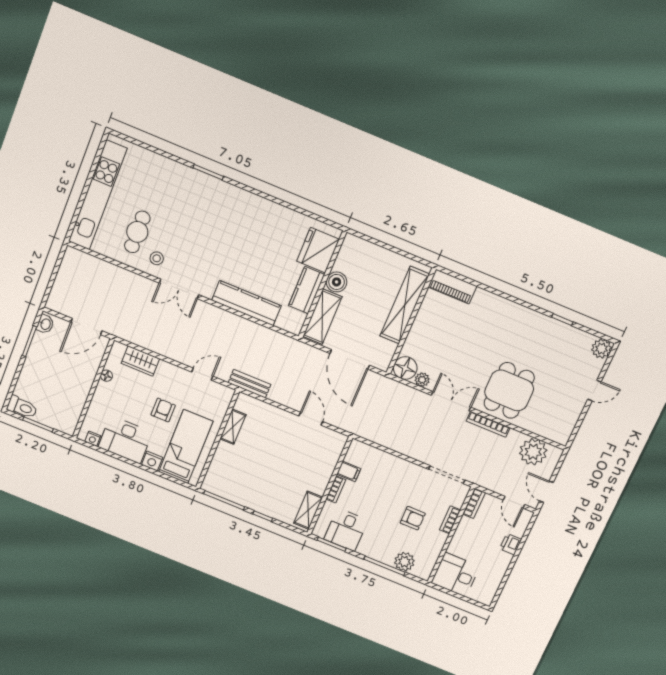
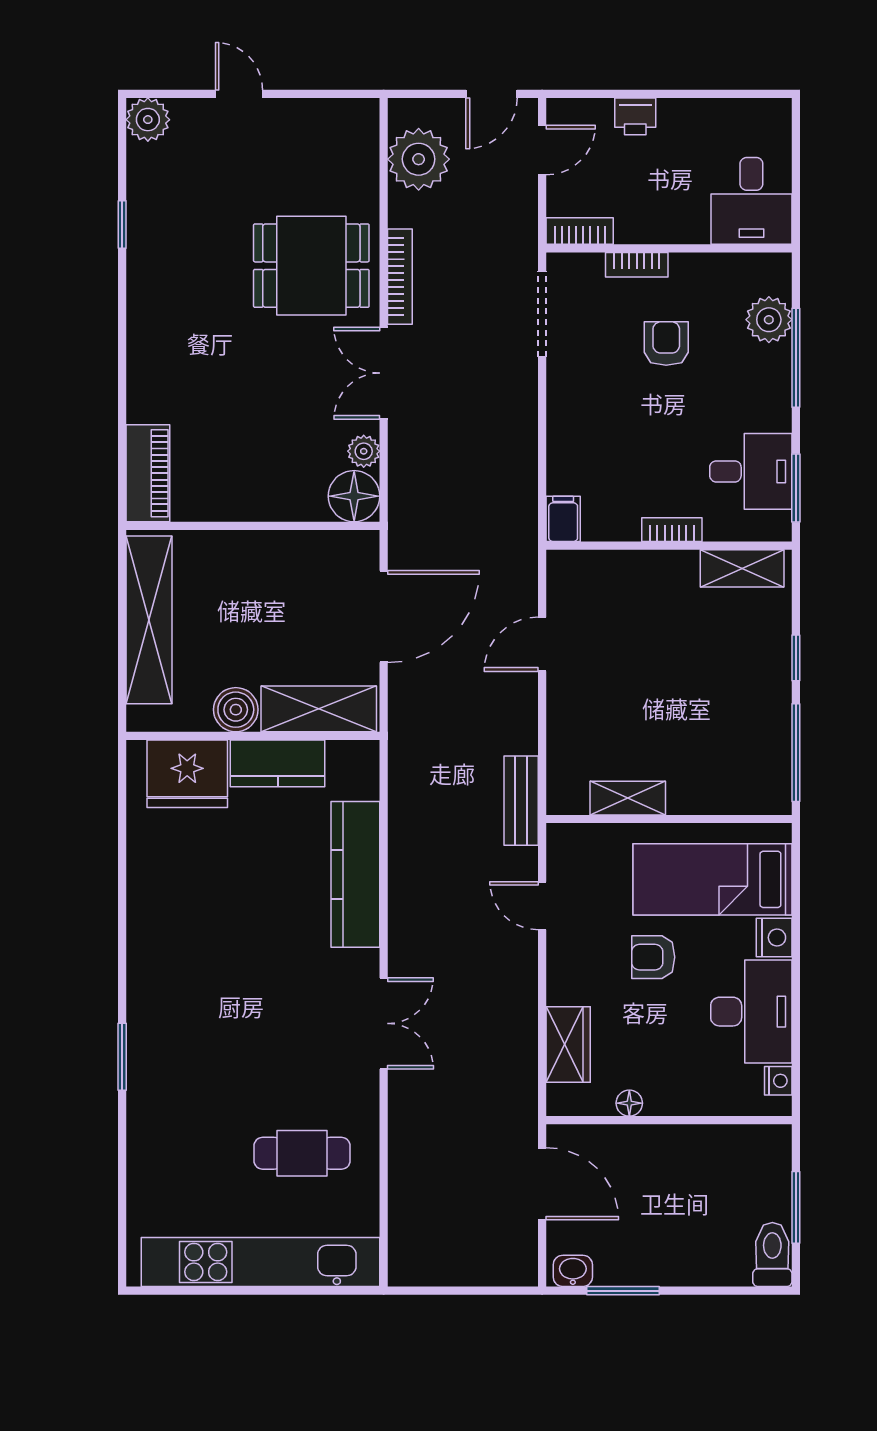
stool: (157, 258) -> (340, 1093), removed
shelving: (405, 305) -> (149, 620), moved, turned 90
filing cabinet: (349, 471) -> (563, 519), moved

